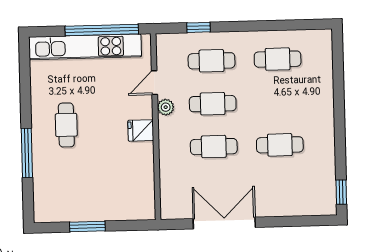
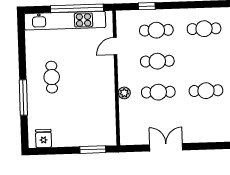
plant: (166, 107) -> (124, 93), moved
fridge: (141, 130) -> (44, 138), moved, turned 90
double door: (224, 223) -> (166, 147), width x0.73
window: (87, 227) -> (93, 150), moved

